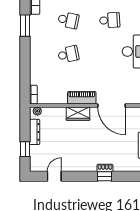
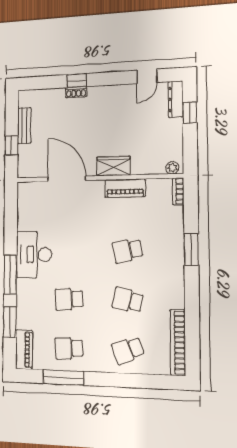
window: (25, 26) -> (191, 250), moved
piano: (82, 98) -> (125, 188), moved
dresser: (35, 132) -> (176, 99), moved

